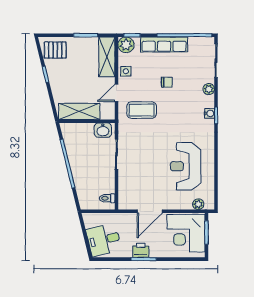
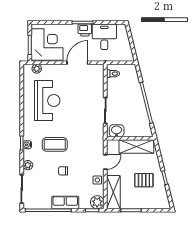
row of seats: (164, 44) -> (65, 203), width x0.68
pallet: (55, 50) -> (144, 180), moved
coffee table: (142, 110) -> (55, 144), moved
desk: (104, 240) -> (104, 37), moved, turned -76

